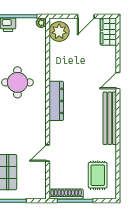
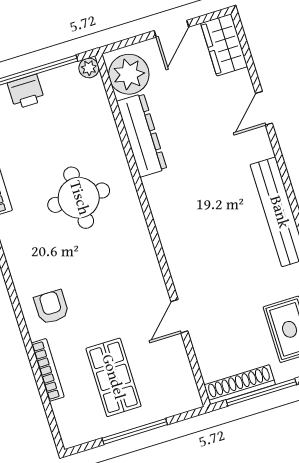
door: (118, 81) -> (264, 108), moved
dresser: (56, 101) -> (142, 135), moved

